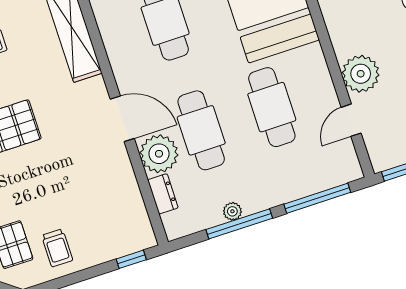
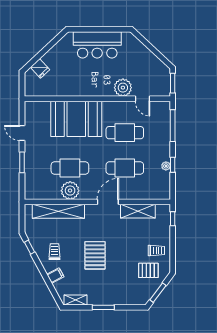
plant: (159, 154) -> (70, 191), moved
shelving: (124, 185) -> (138, 211), added
dresser: (163, 194) -> (148, 195), removed
window: (239, 224) -> (173, 165), width x0.46

